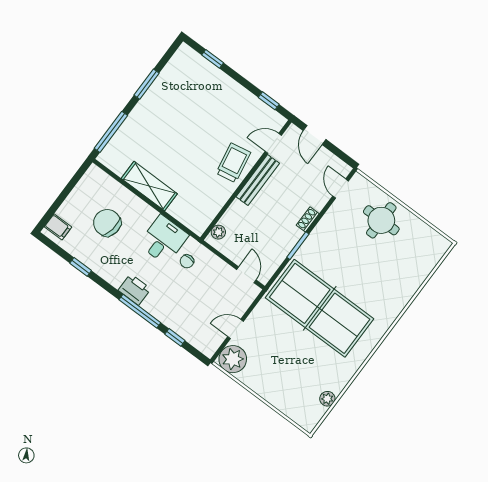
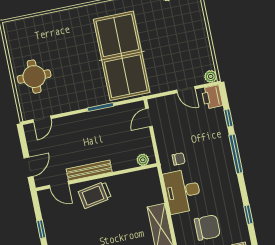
window: (269, 101) -> (41, 229), moved
shoe rack: (308, 219) -> (80, 118), removed
chair: (107, 223) -> (207, 227), turned -99
desk: (163, 240) -> (183, 191), width x1.37
printer: (135, 290) -> (212, 97), moved
plant: (233, 359) -> (211, 76), width x0.53, depth x0.53

